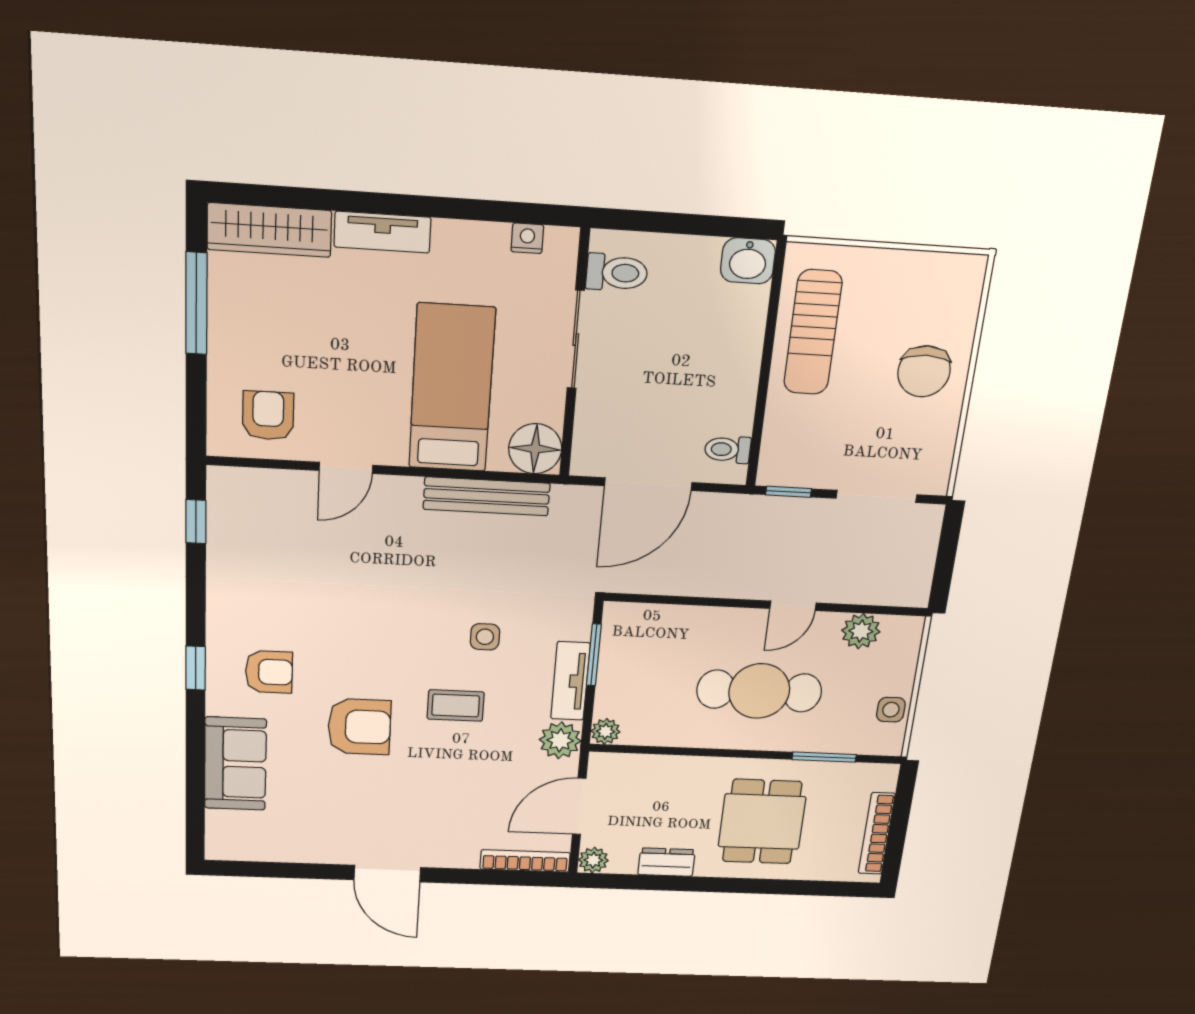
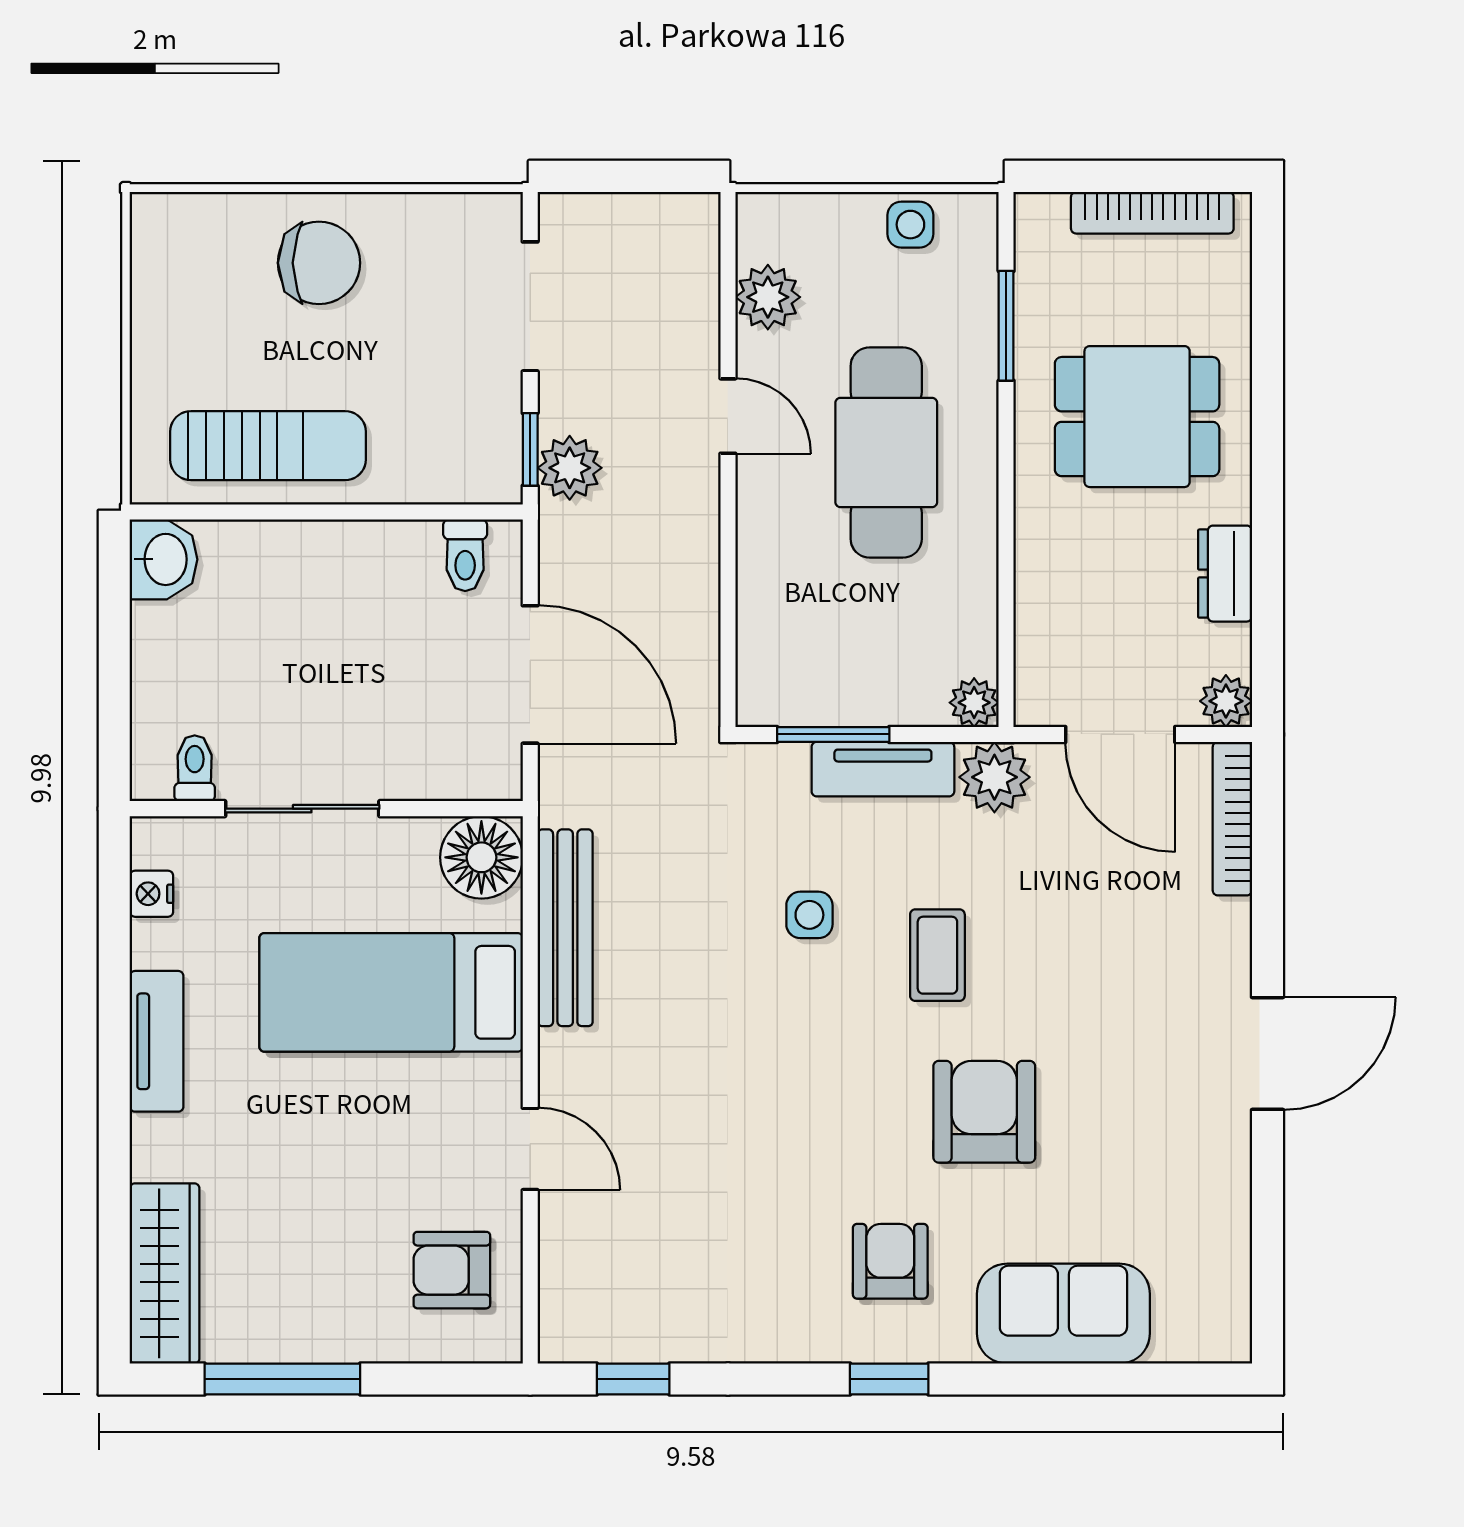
tv unit: (382, 232) -> (157, 1041), moved
toilet: (617, 273) -> (195, 768), width x0.73, depth x0.72
plant: (774, 514) -> (570, 468), added

